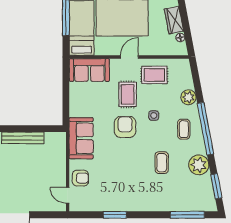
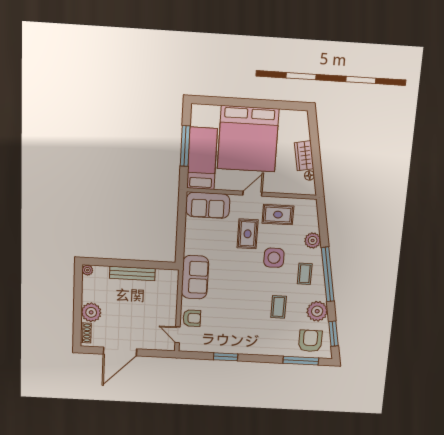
side table: (154, 116) -> (274, 258), width x1.87, depth x1.87
armchair: (125, 127) -> (310, 341), moved

